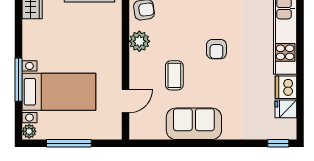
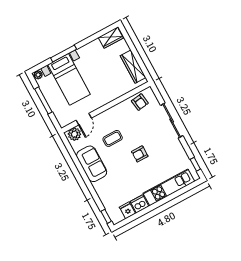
plant: (139, 41) -> (74, 134), moved
door: (125, 101) -> (84, 119), hinge flipped

